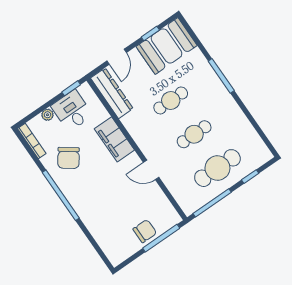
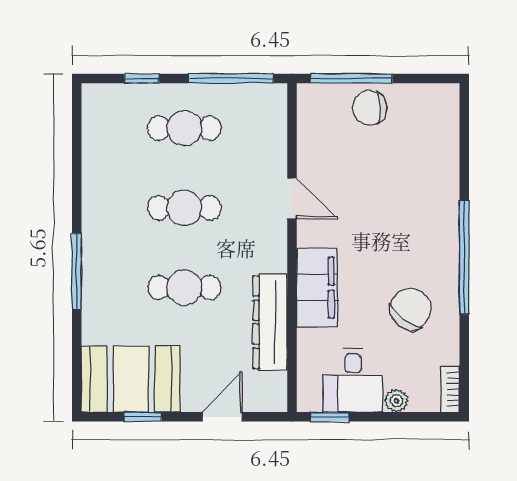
dresser: (112, 93) -> (270, 322), moved
bookcase: (32, 141) -> (450, 389), width x0.64
cafe table: (217, 168) -> (184, 128), width x0.73, depth x0.74

